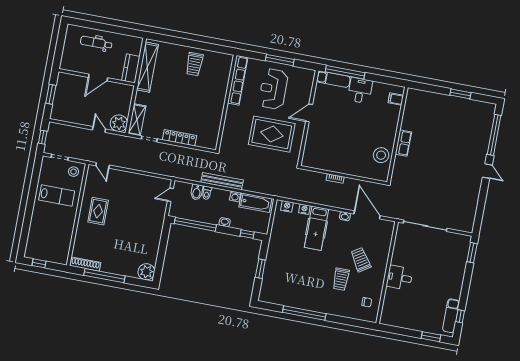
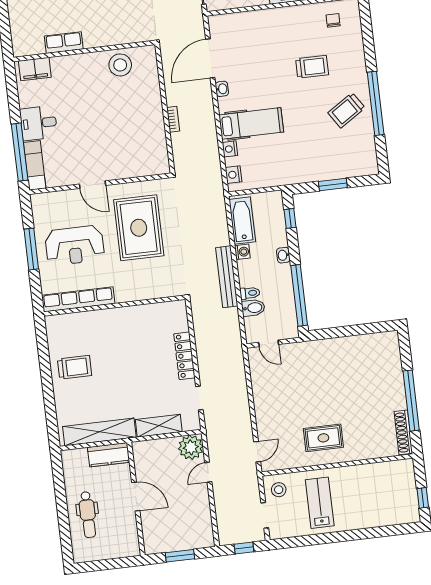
filing cabinet: (396, 99) -> (35, 69), width x2.00
shelving: (137, 120) -> (159, 426), moved
row of seats: (403, 143) -> (64, 43), moved
trolley: (361, 260) -> (347, 110), moved
plant: (146, 272) -> (387, 343), removed

